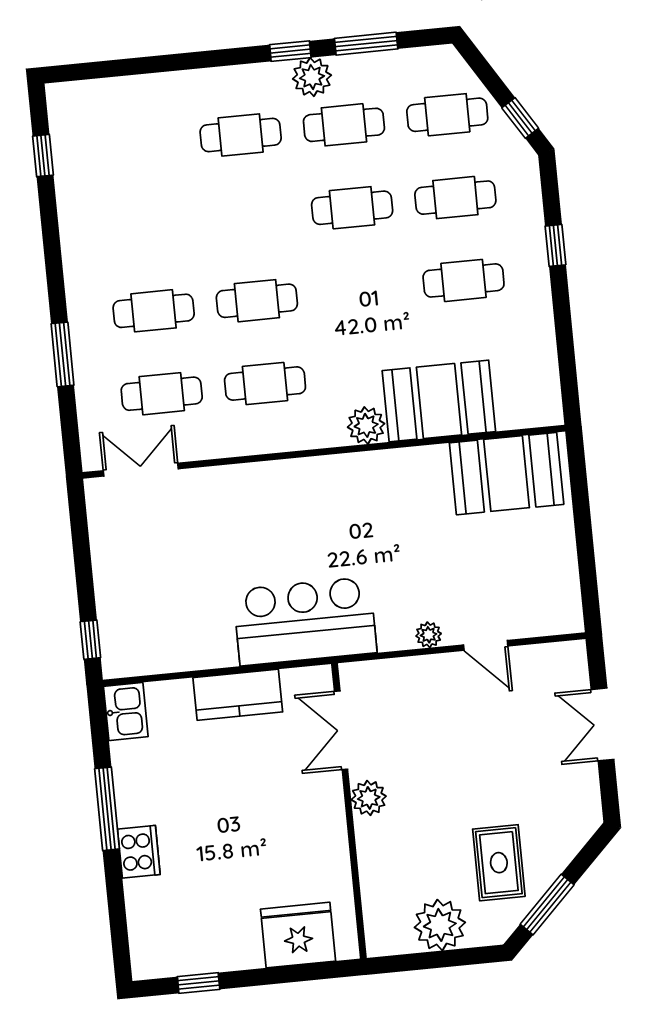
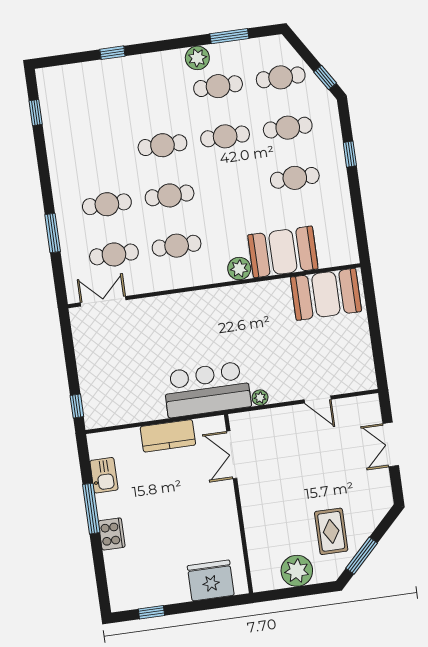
window: (290, 51) -> (112, 53), moved
cafe table: (241, 135) -> (162, 145), moved
plant: (429, 635) -> (260, 398), moved
kitchen sink: (126, 712) -> (104, 475), moved
plant: (369, 798) -> (250, 495), removed

